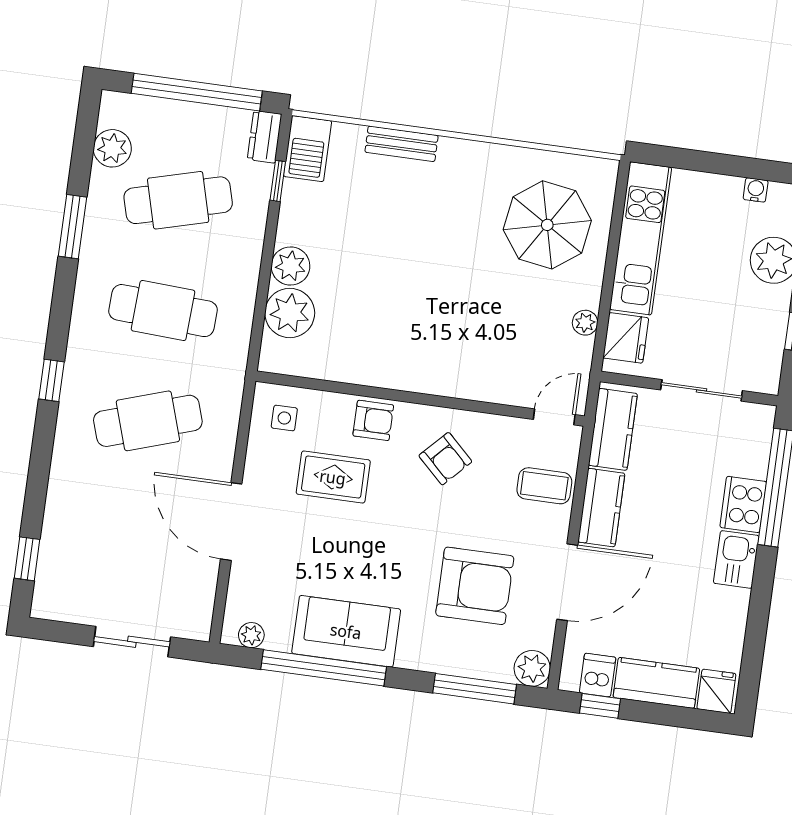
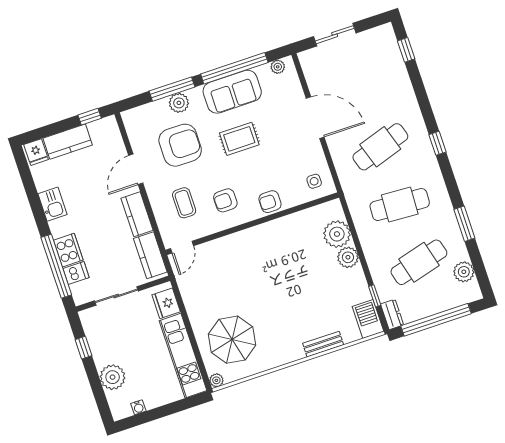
plant: (585, 323) -> (216, 380), moved
armchair: (445, 459) -> (225, 200), turned -45
rug: (333, 477) -> (239, 139), moved
coffee table: (544, 486) -> (184, 203), moved, turned 90
kitchen sink: (736, 559) -> (53, 204), moved
door: (567, 582) -> (136, 169), width x0.73
armchair: (475, 586) -> (180, 145), turned 180
plant: (532, 668) -> (179, 103), moved
dishwasher: (598, 675) -> (76, 273), moved, turned -90
window: (475, 689) -> (172, 89), moved

